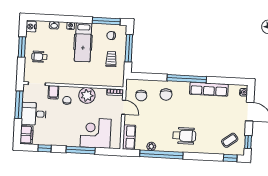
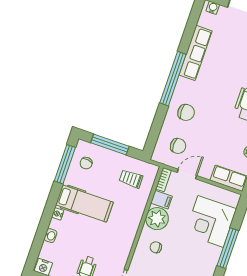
trolley: (111, 59) -> (131, 179), moved
filing cabinet: (53, 92) -> (161, 200), moved

